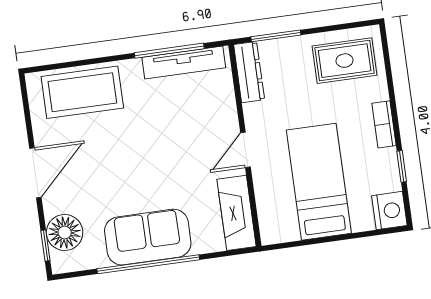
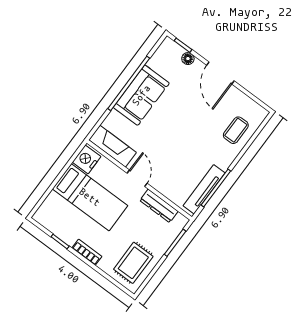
dresser: (249, 72) -> (159, 206), moved
coffee table: (82, 92) -> (236, 130), width x0.54, depth x0.58
nightstand: (389, 211) -> (87, 159), moved, turned 90
floor lamp: (65, 232) -> (188, 59), width x0.53, depth x0.53

